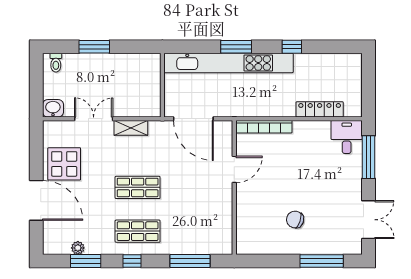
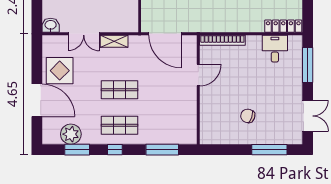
locker: (320, 109) -> (283, 26), moved
double door: (94, 119) -> (84, 34), swing flipped
desk: (347, 137) -> (275, 49), moved
plant: (78, 248) -> (71, 134), width x1.87, depth x1.87

